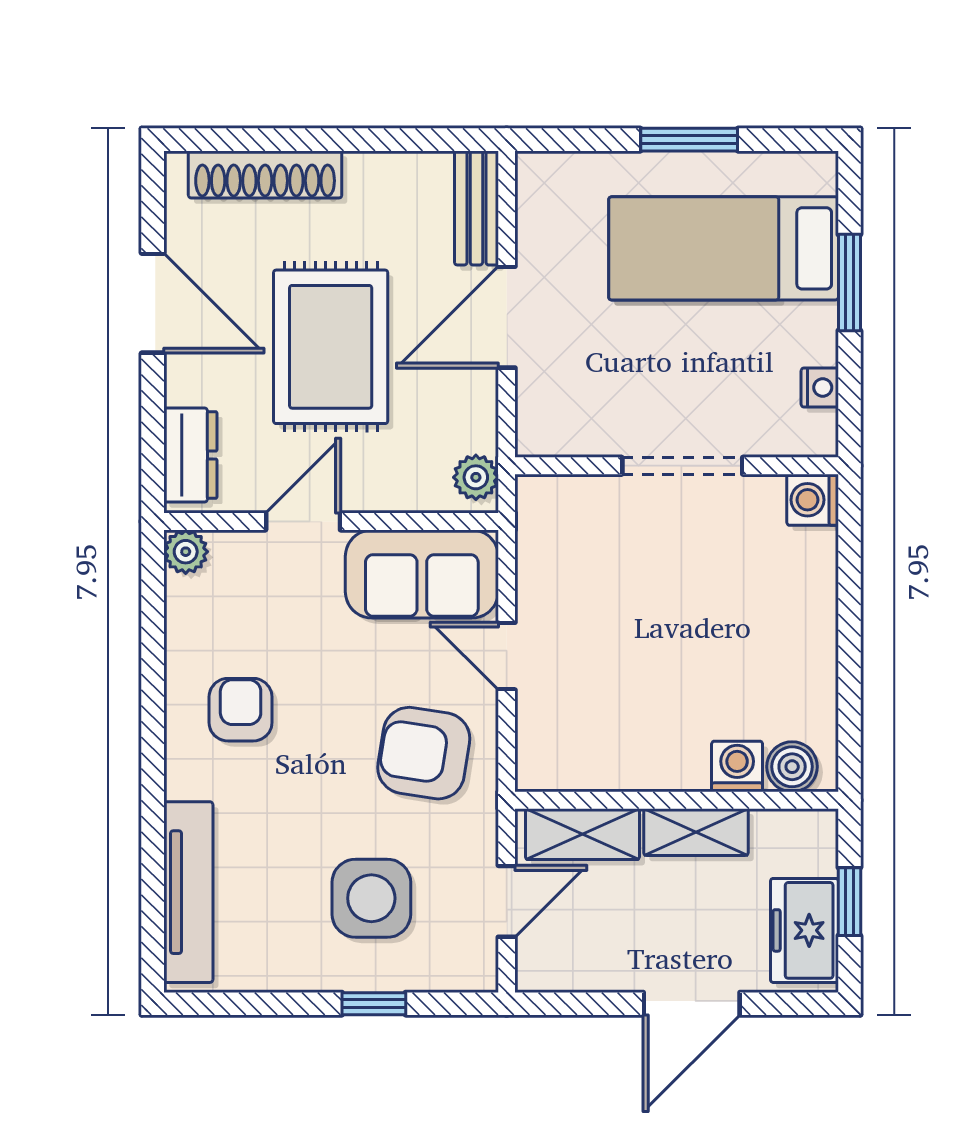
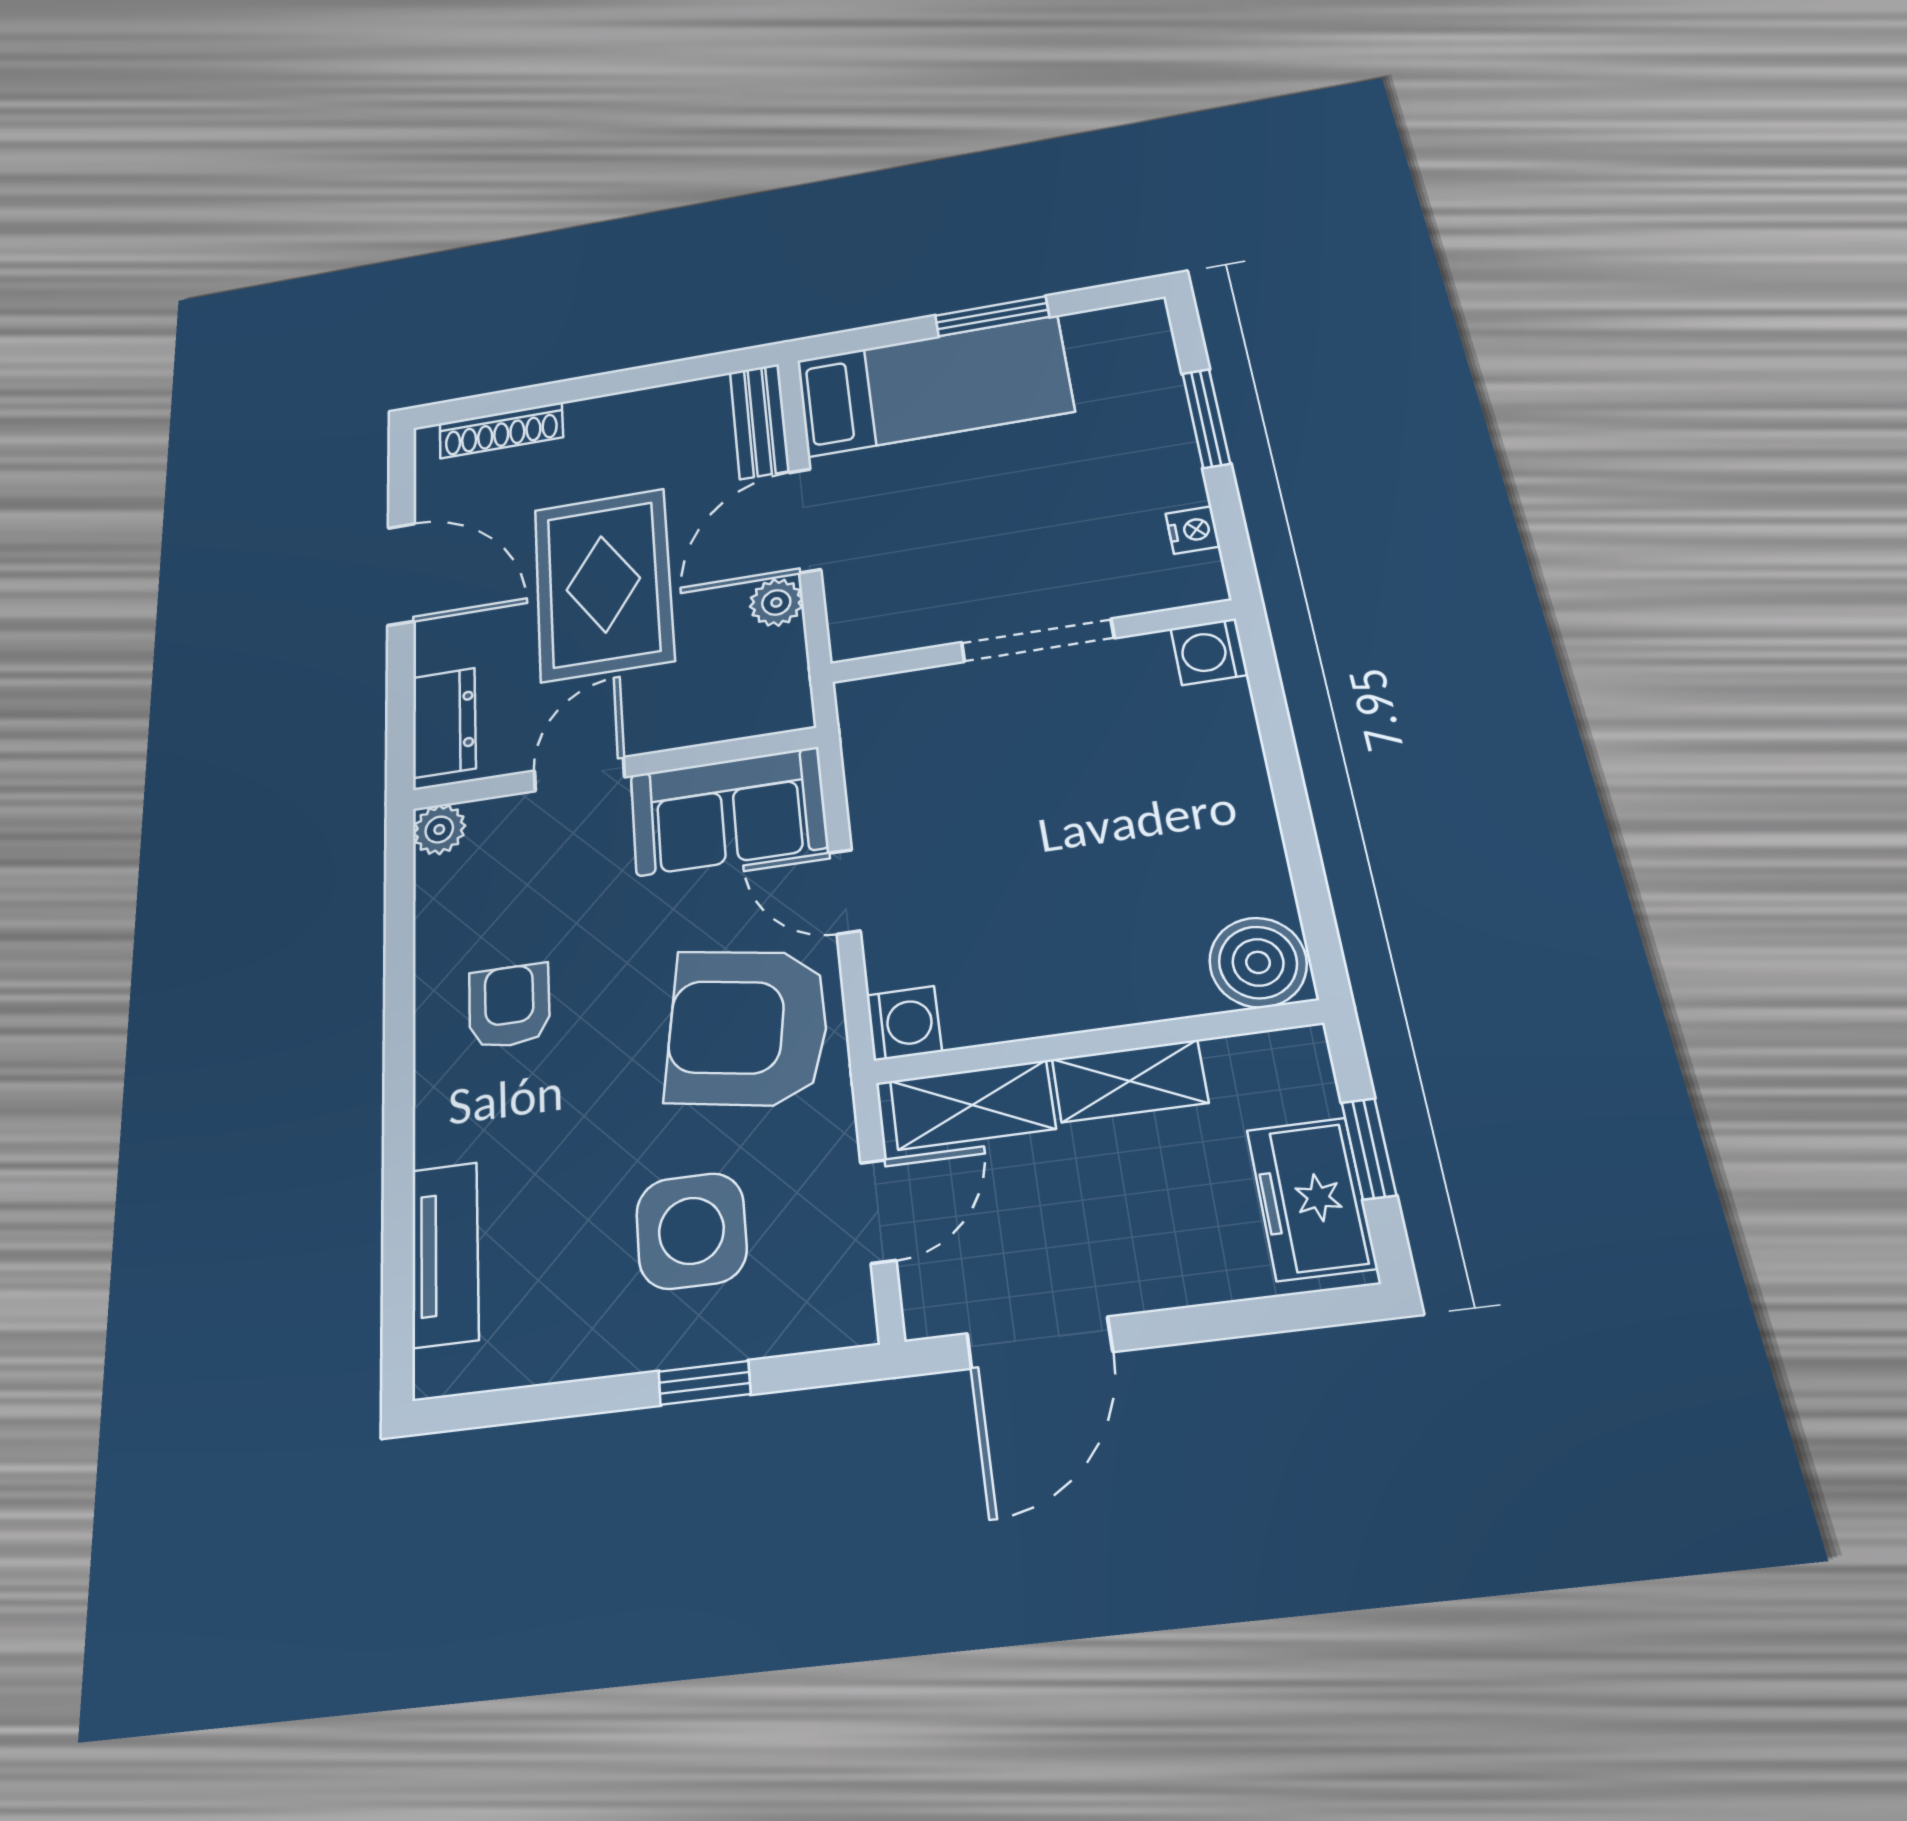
shoe rack: (265, 174) -> (501, 430), width x0.74, depth x0.81
bed: (724, 248) -> (933, 386), moved, turned 180
plant: (476, 477) -> (776, 602), moved
armchair: (424, 753) -> (748, 1028), width x1.36, depth x1.36
washing machine: (737, 766) -> (904, 1023), moved, turned 90
boiler: (792, 767) -> (1258, 962), width x1.36, depth x1.36
tv unit: (188, 892) -> (445, 1254), width x0.71
door: (692, 1004) -> (1039, 1343), moved

